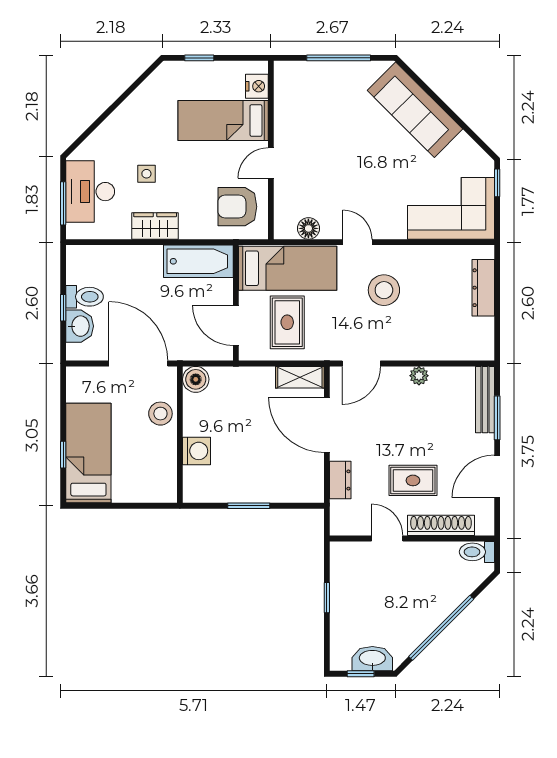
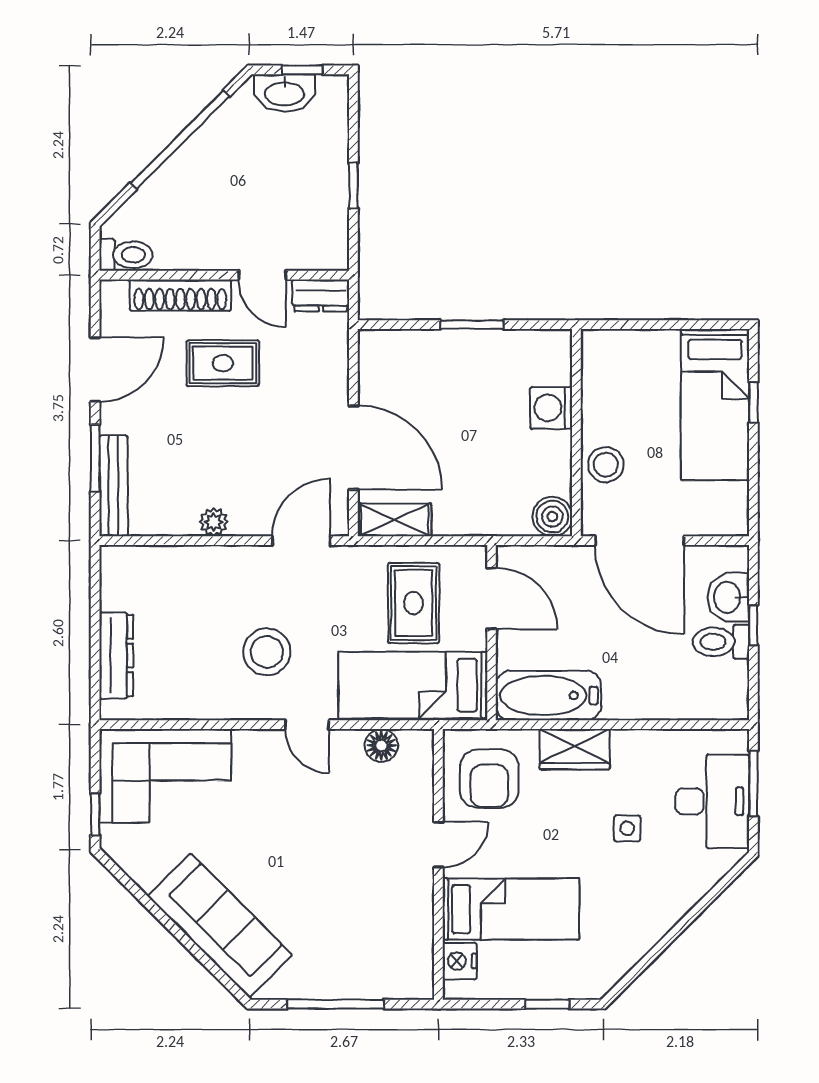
armchair: (237, 207) -> (489, 779), turned 90
wardrobe: (155, 226) -> (575, 749), moved
dresser: (340, 480) -> (321, 295), moved, turned -90

